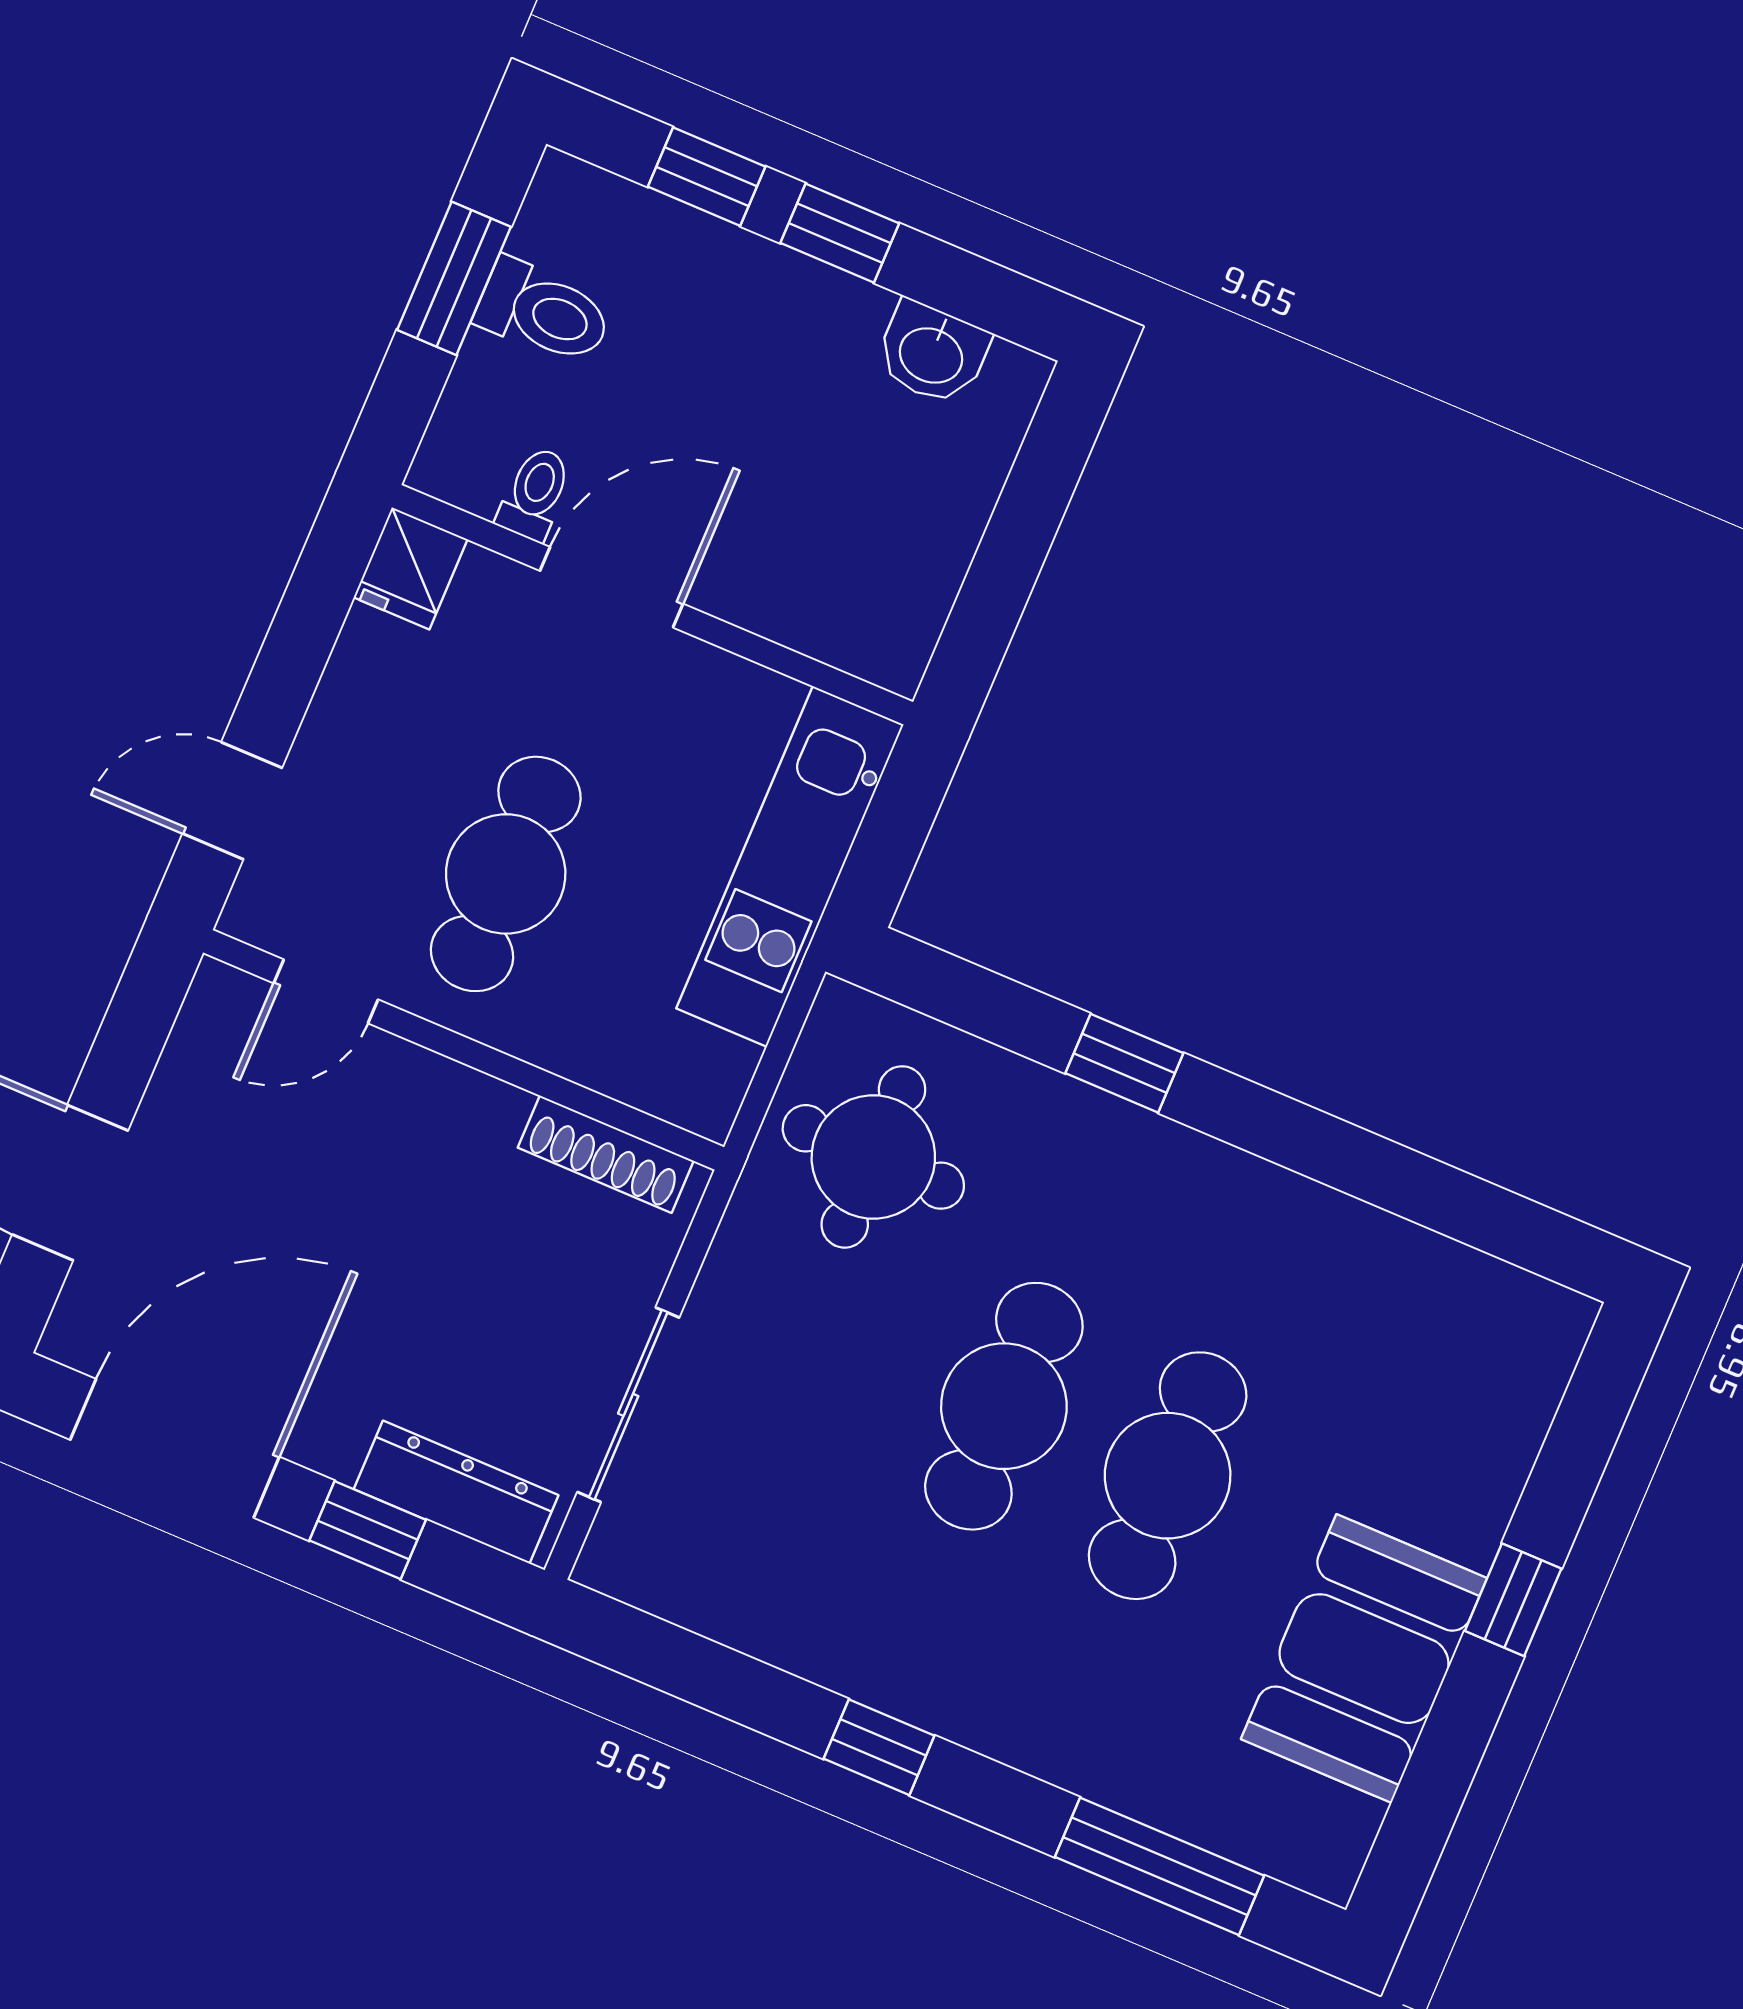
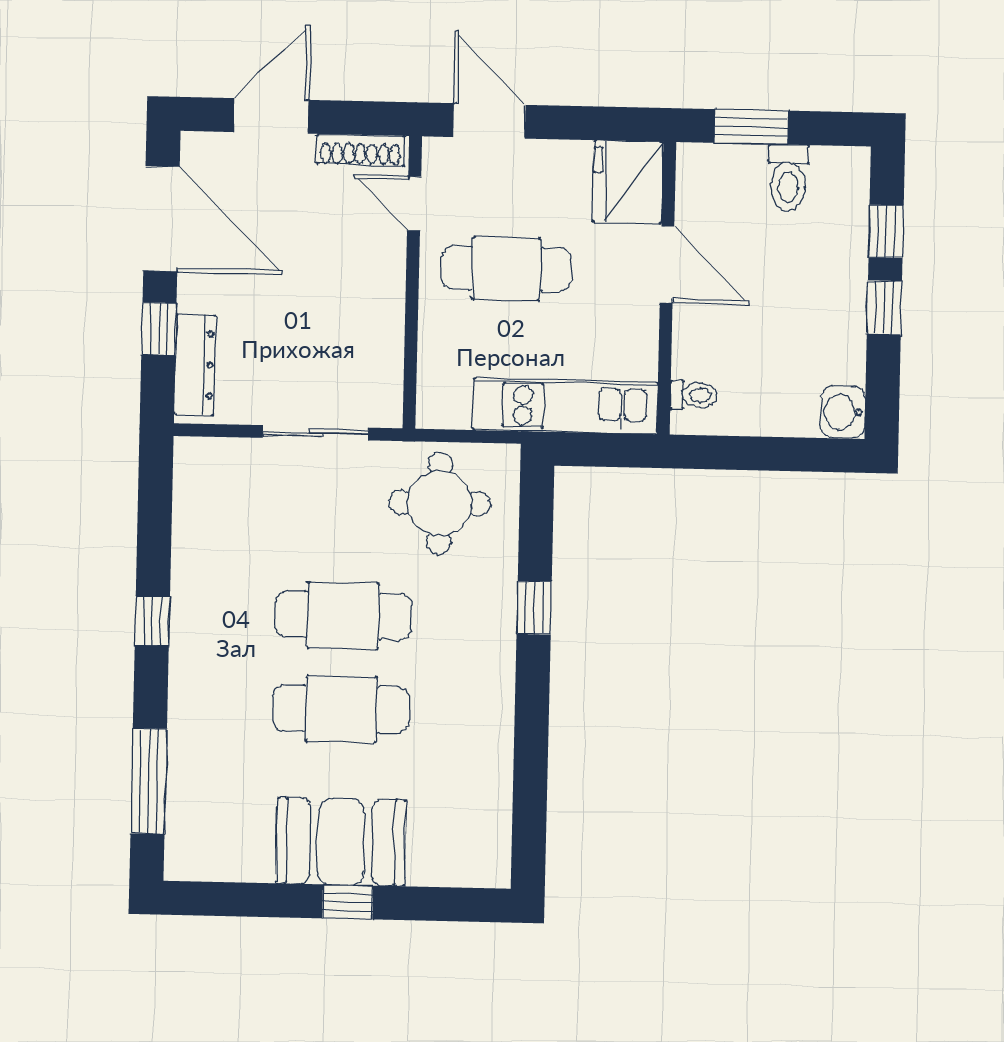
window: (454, 278) -> (751, 127), moved
washbasin: (932, 353) -> (843, 412), moved
toilet: (535, 494) -> (694, 395), moved
fridge: (411, 568) -> (628, 182), width x1.88, depth x1.34
door: (232, 801) -> (489, 121), width x1.38
shoe rack: (606, 1154) -> (360, 150), moved, turned -90
sliding door: (628, 1405) -> (316, 433), moved
booth: (1364, 1659) -> (341, 842), moved

